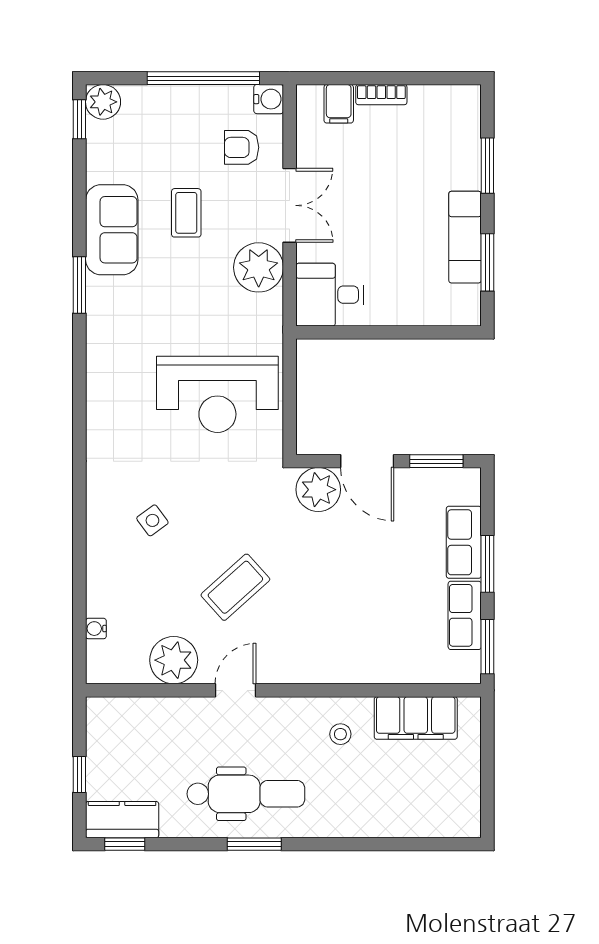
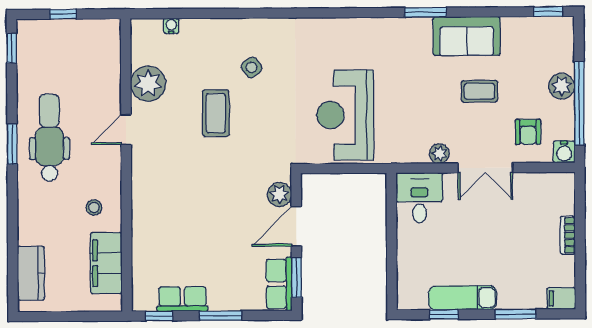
plant: (103, 102) -> (562, 86), moved
filing cabinet: (339, 104) -> (561, 298), moved
armchair: (242, 147) -> (528, 132), turned 180
window: (487, 262) -> (444, 314), width x0.67
plant: (259, 267) -> (439, 154), width x0.53, depth x0.53
plant: (318, 490) -> (279, 194), width x0.73, depth x0.73
row of seats: (464, 542) -> (279, 284), moved, turned -90
coffee table: (235, 587) -> (216, 113), moved, turned 42
window: (487, 647) -> (159, 316), width x0.67
door: (235, 690) -> (126, 130), swing flipped
dental chair: (246, 794) -> (49, 138), turned 180
kitchen counter: (122, 820) -> (31, 273), moved

